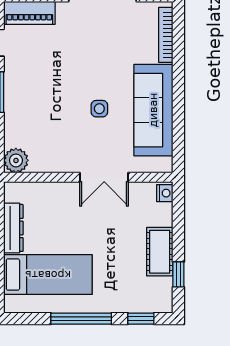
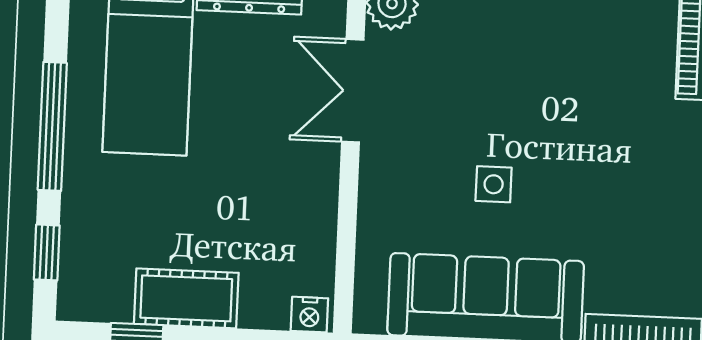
double door: (104, 177) -> (353, 91), moved

